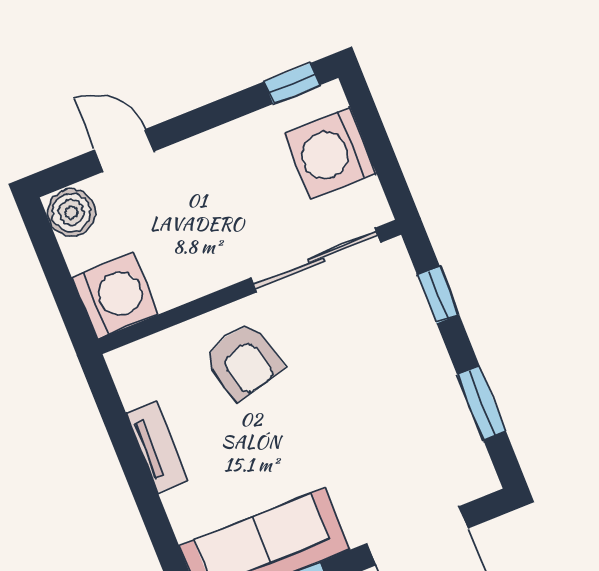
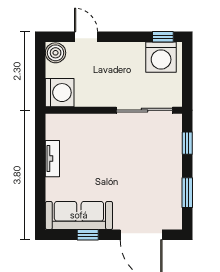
washing machine: (330, 153) -> (161, 57), moved, turned -90
armchair: (243, 361) -> (100, 139), removed

